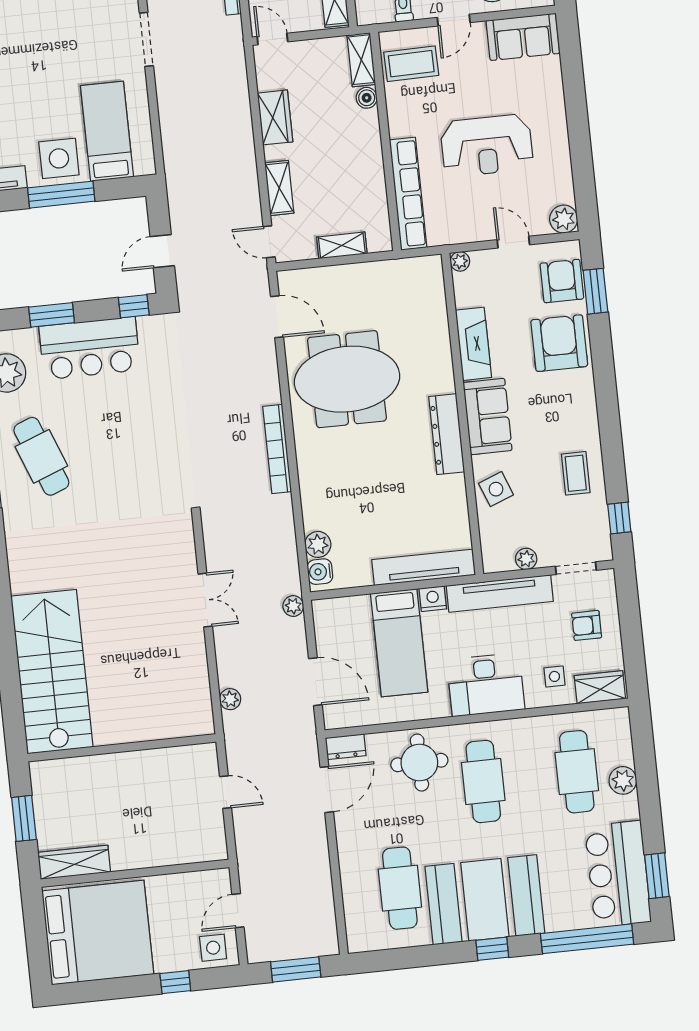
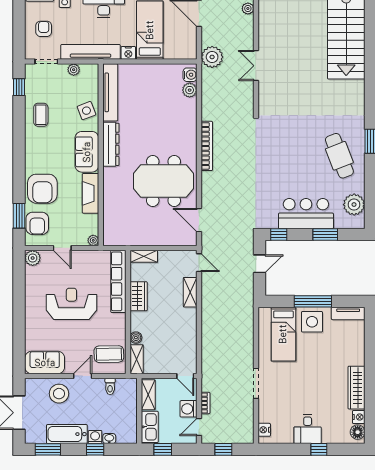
wardrobe: (275, 117) -> (139, 296), moved, turned 180
shelving: (342, 245) -> (144, 256), moved
tv unit: (424, 567) -> (110, 92), moved, turned -90
plant: (293, 606) -> (212, 57), width x1.88, depth x1.88
armchair: (587, 625) -> (44, 29), turned -90

